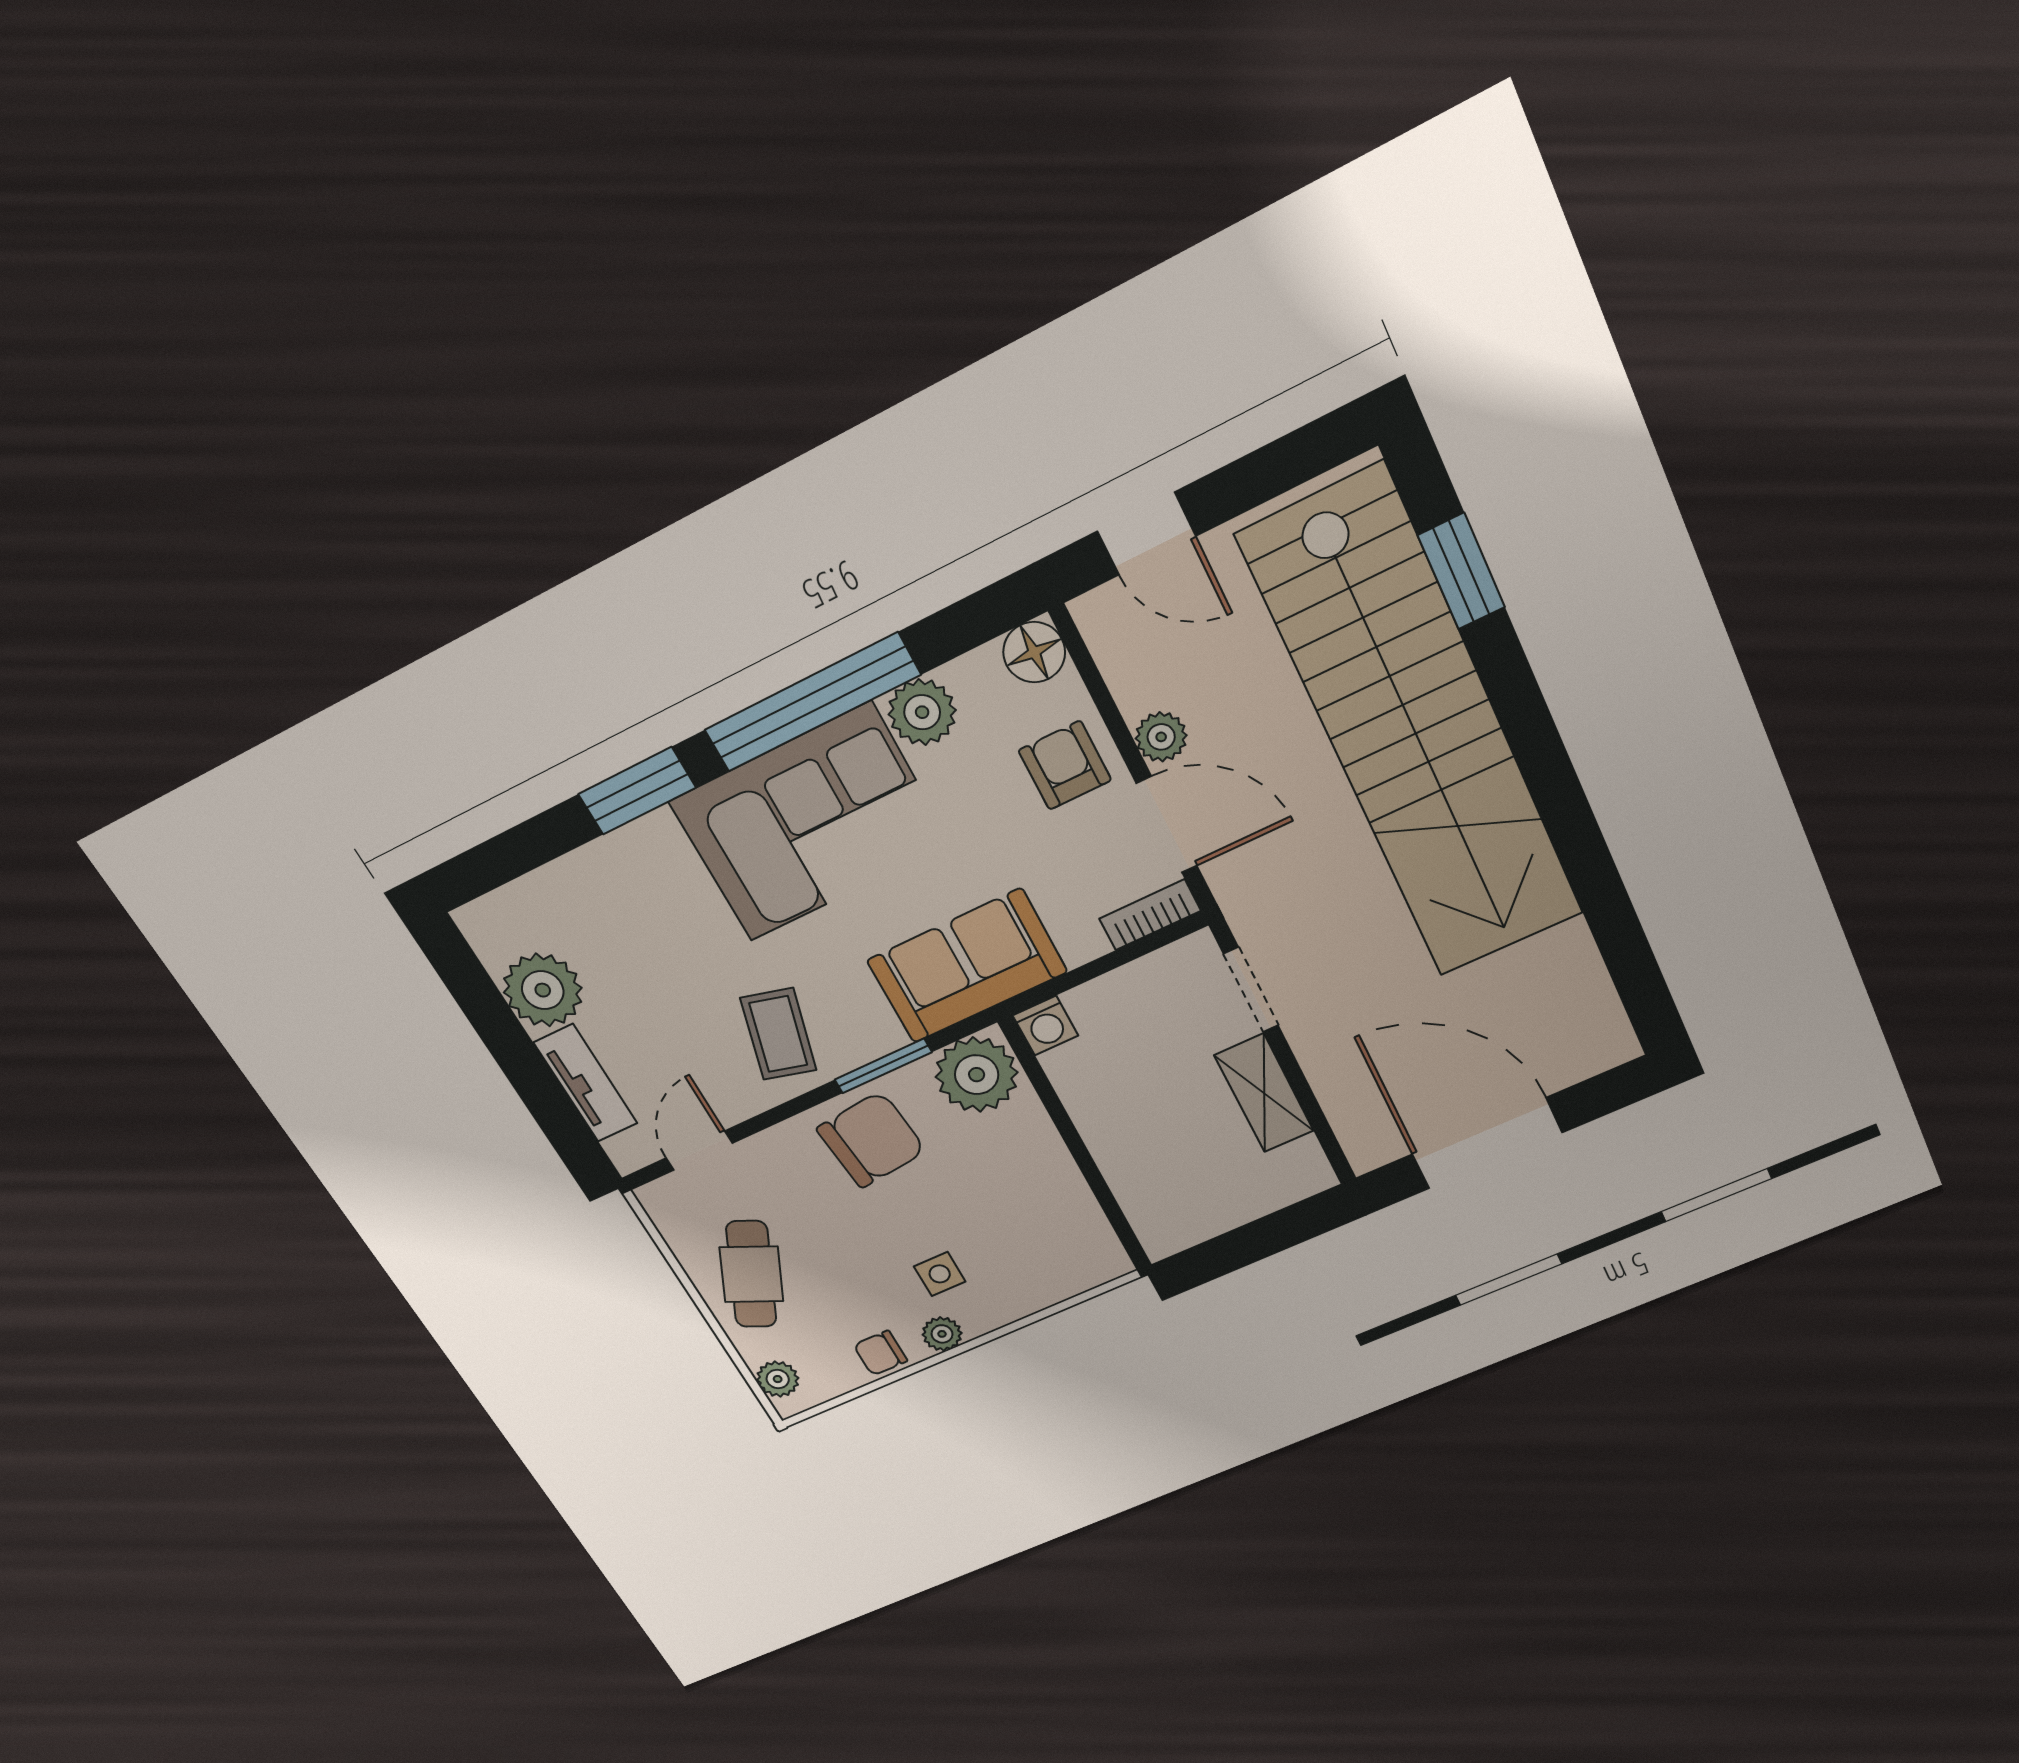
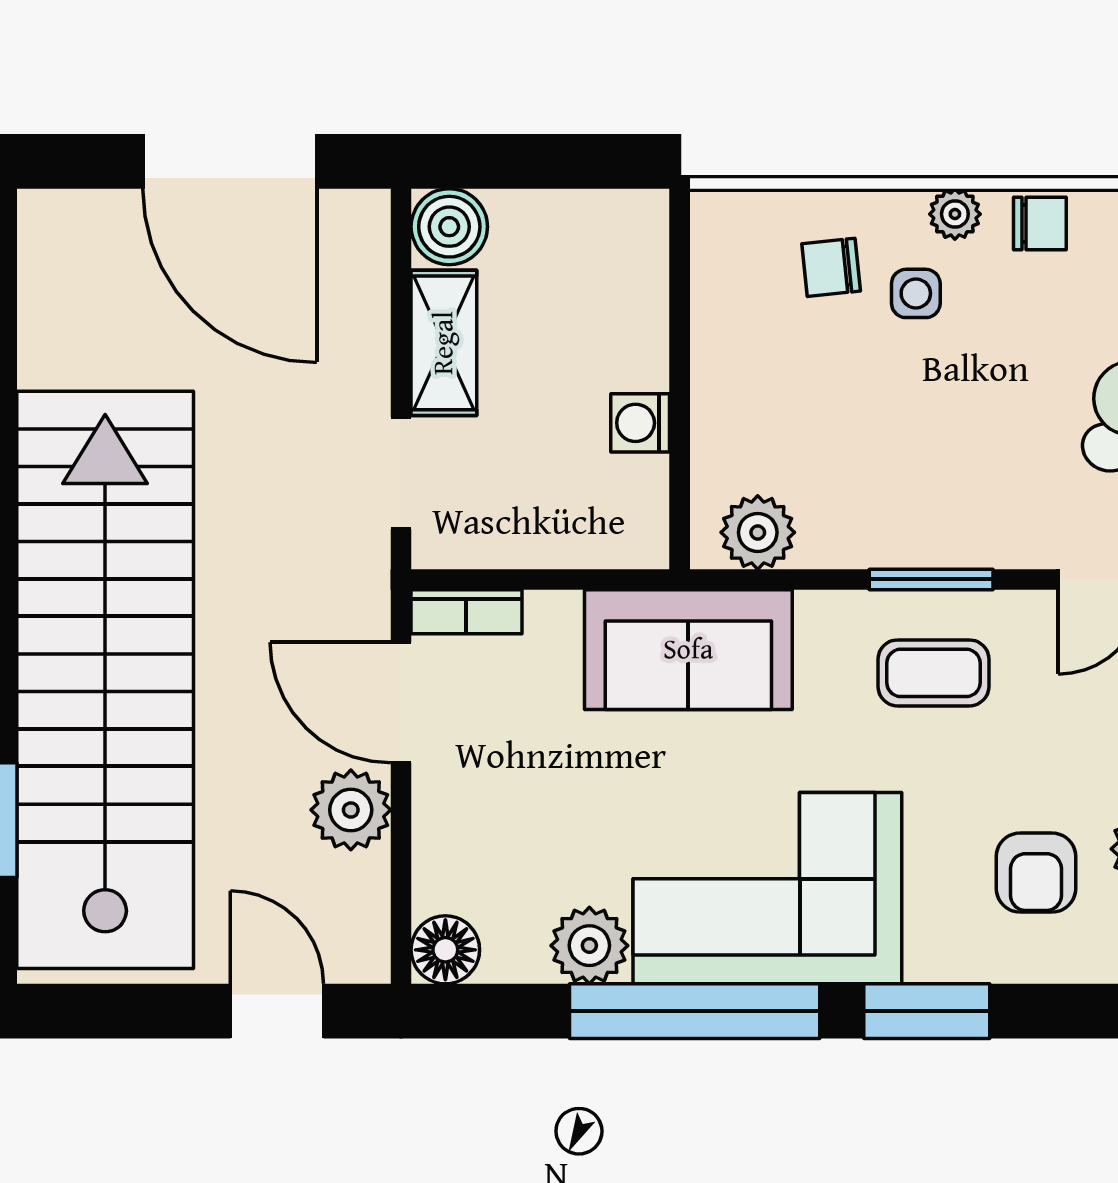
plant: (1161, 737) -> (351, 810), width x1.38, depth x1.38
armchair: (1065, 765) -> (1036, 873), moved
washing machine: (1045, 1026) -> (640, 423), moved, turned -90
coffee table: (778, 1034) -> (933, 673), turned 75
window: (883, 1066) -> (931, 579), moved
plant: (977, 1075) -> (758, 532), width x0.73, depth x0.73
chair: (871, 1140) -> (831, 267), moved, width x0.54, depth x0.54
boiler: (1300, 1171) -> (449, 227), added

